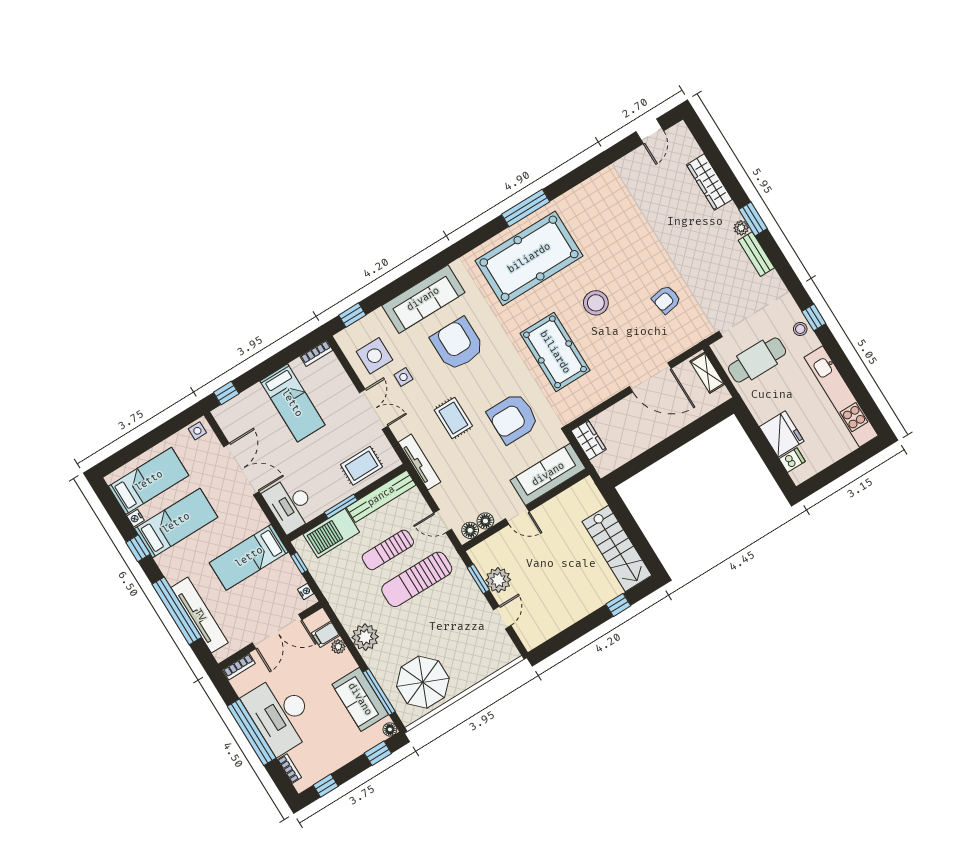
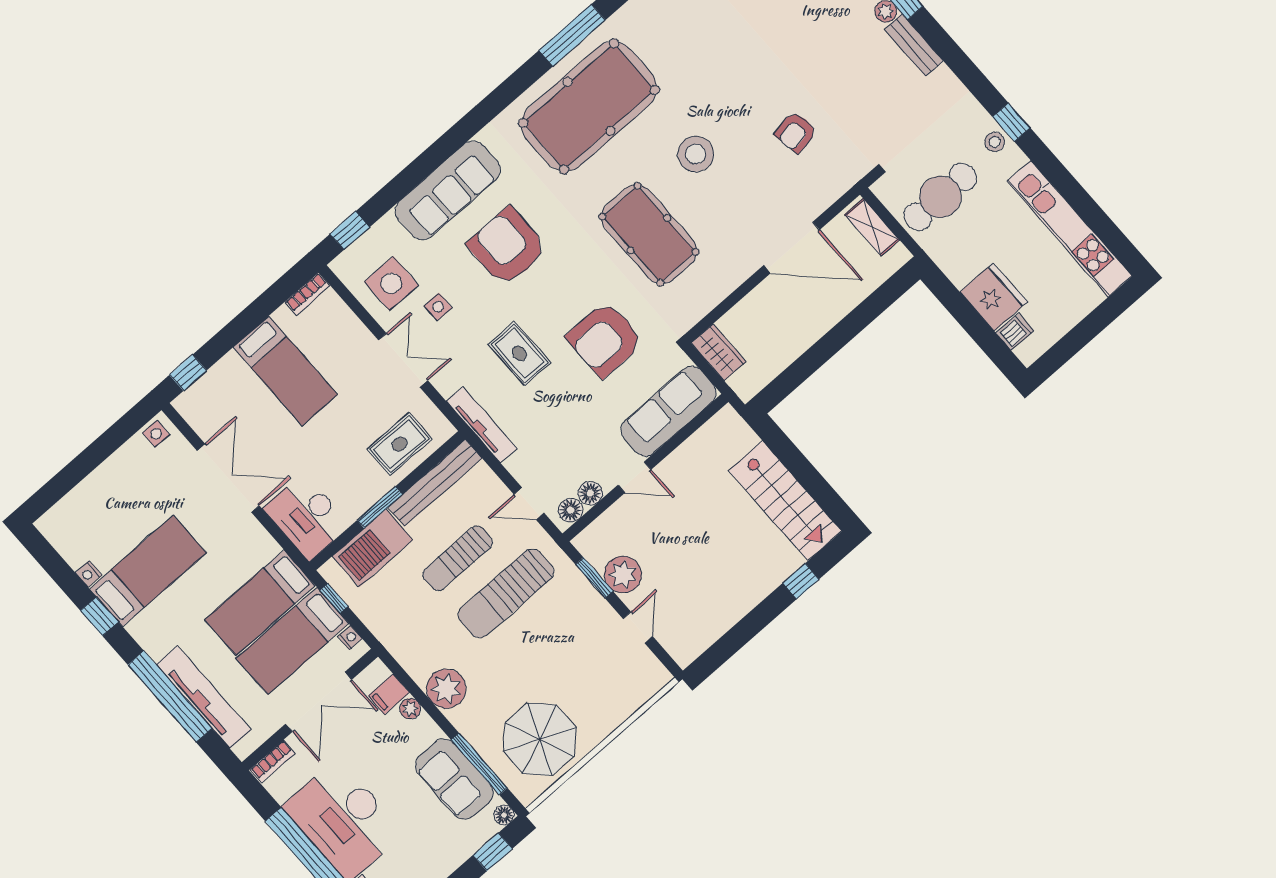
bed: (149, 481) -> (292, 641), moved, turned 180

